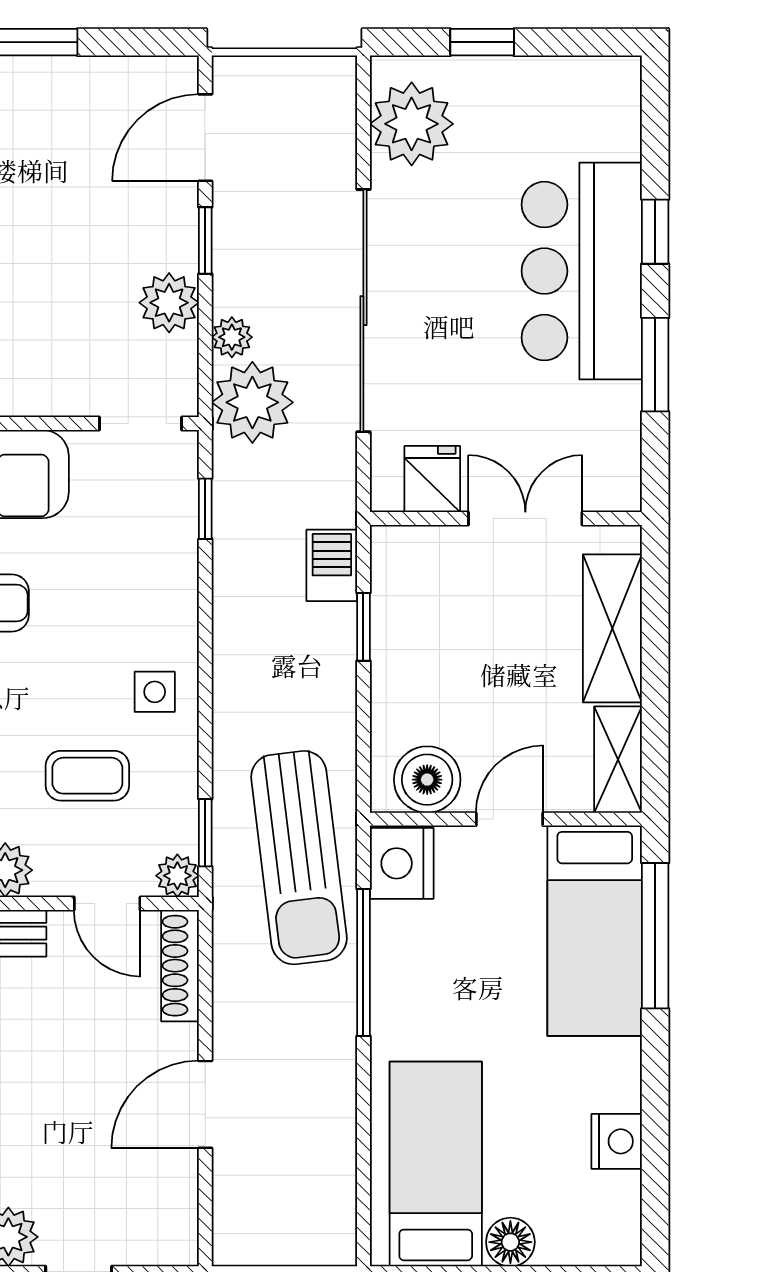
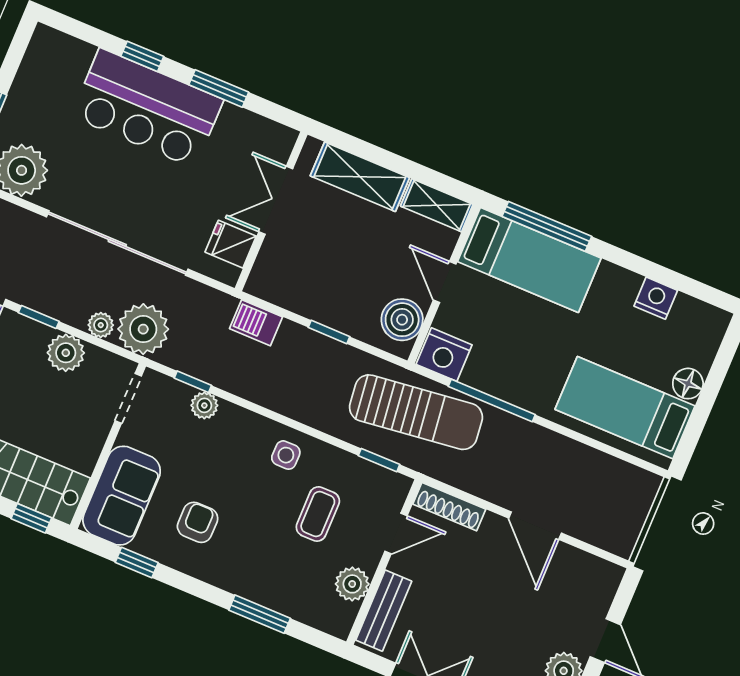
window: (363, 627) -> (329, 332), moved
plant: (177, 876) -> (204, 405), moved

